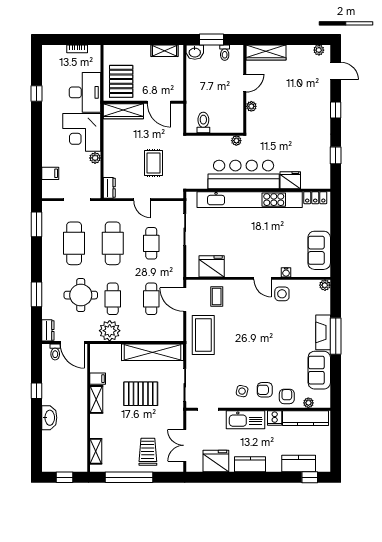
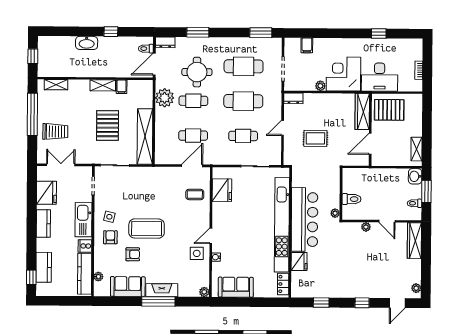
toilet: (203, 122) -> (352, 199), moved
coffee table: (203, 335) -> (147, 229), moved
armchair: (287, 396) -> (133, 254), moved

